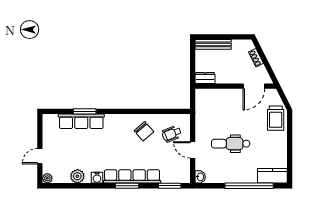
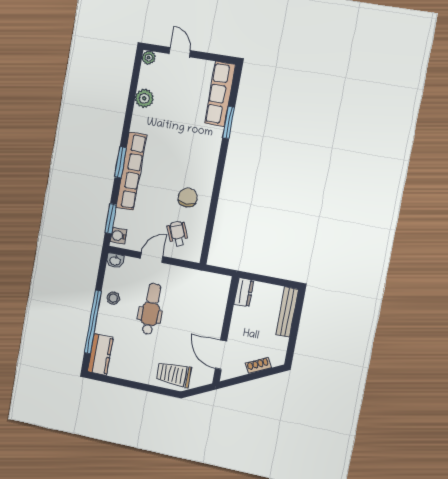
row of seats: (81, 121) -> (220, 94), moved
chair: (144, 131) -> (188, 198), turned 131
stool: (228, 173) -> (113, 298), added
water cooler: (97, 178) -> (118, 236), moved

